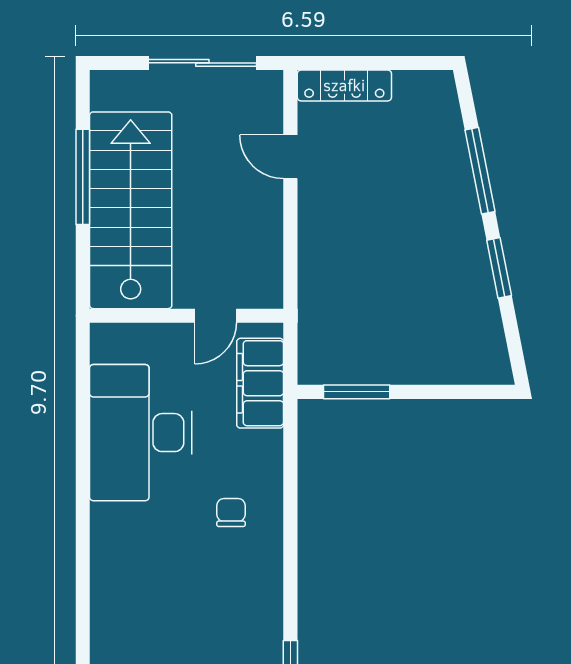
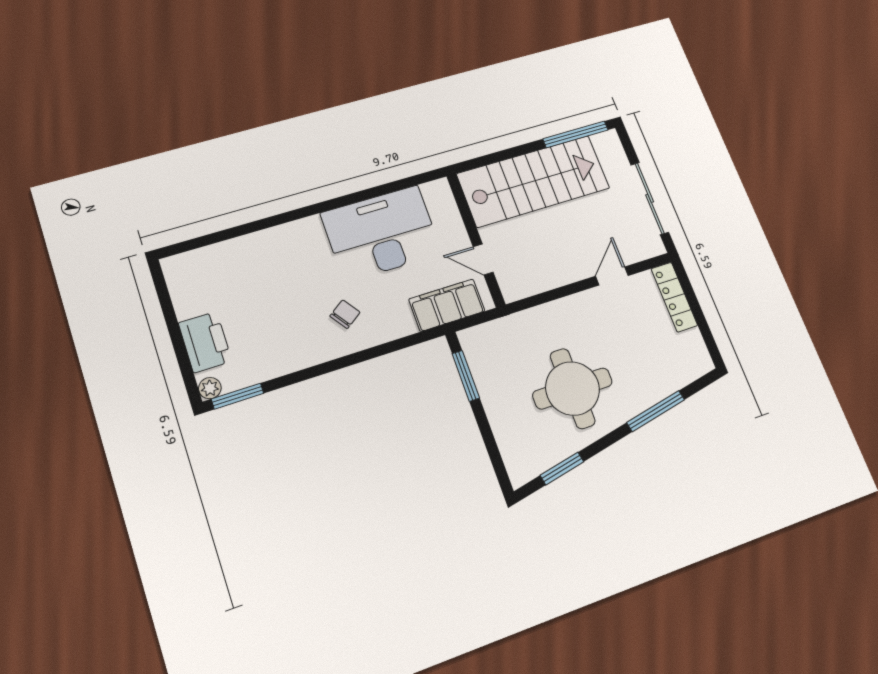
window: (83, 177) -> (576, 134), moved
round table: (417, 265) -> (573, 388), added
window: (499, 268) -> (562, 468), moved
chair: (231, 513) -> (345, 314), turned -35

